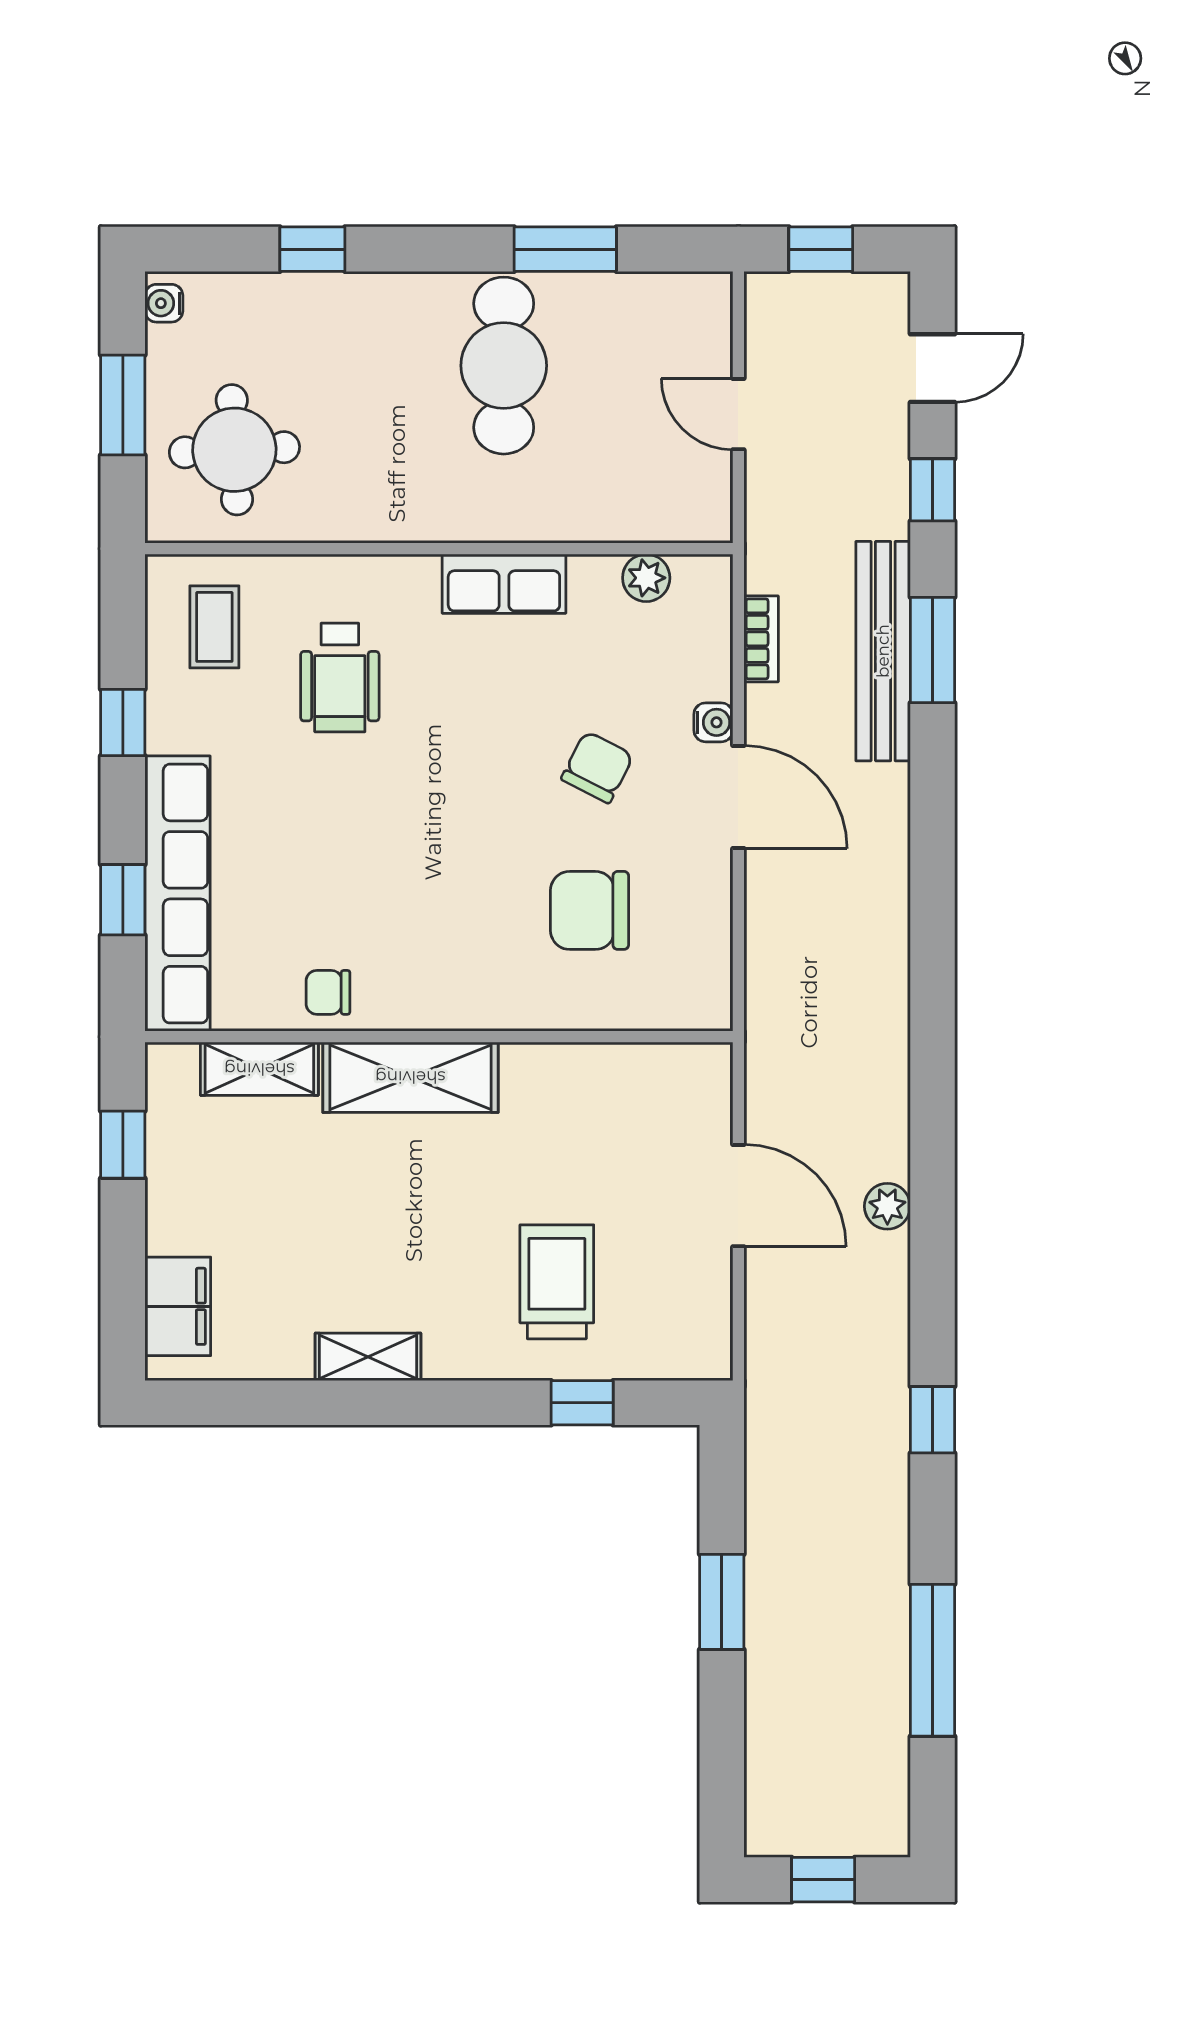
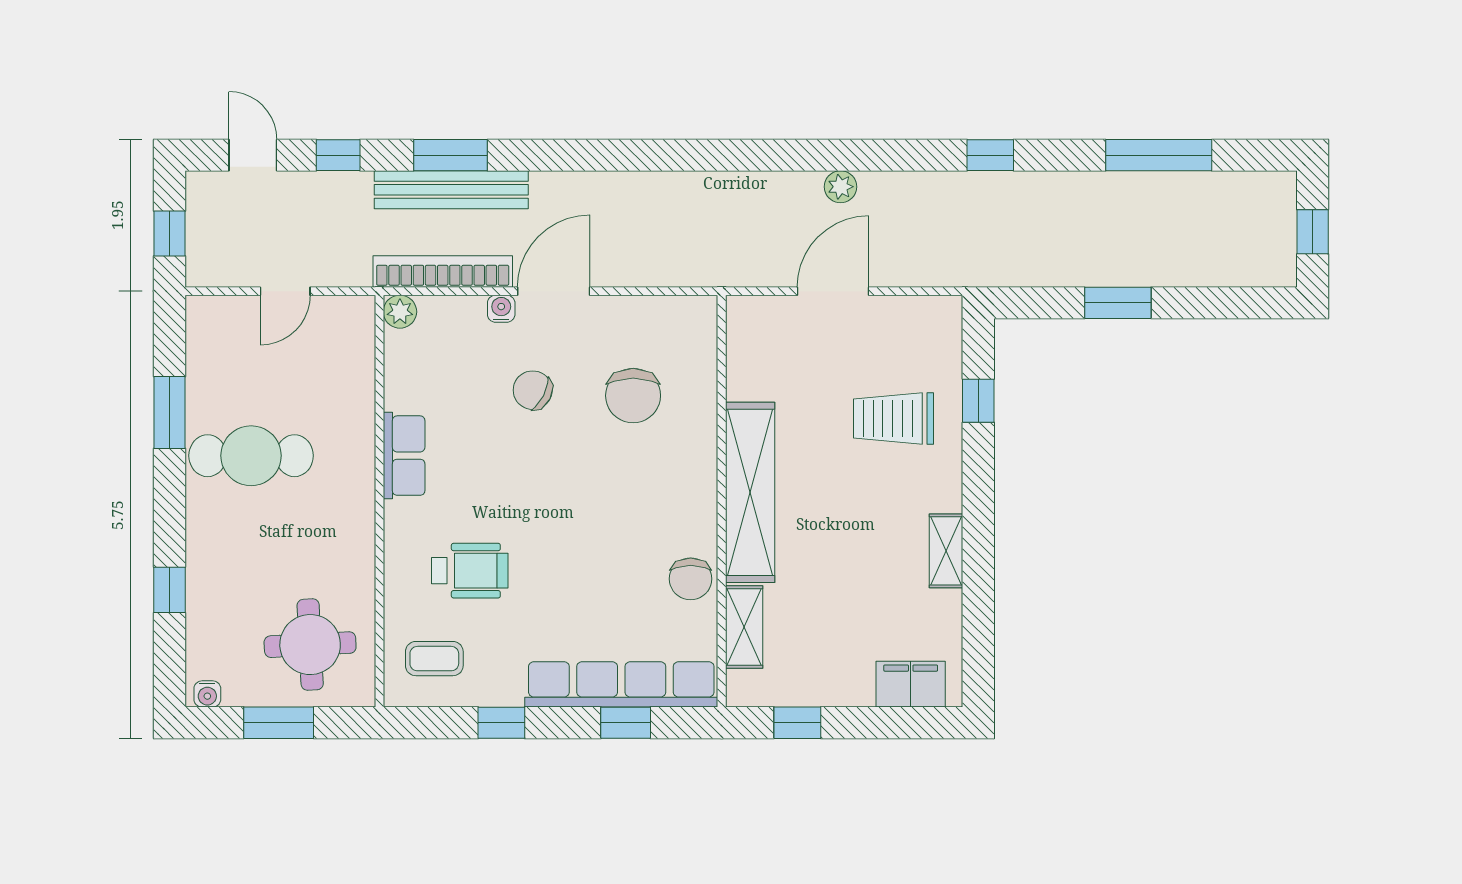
plant: (646, 578) -> (400, 312), moved
bookcase: (761, 639) -> (443, 271), width x2.31, depth x1.31
chair: (328, 992) -> (691, 579), width x1.37, depth x1.37
shelving: (410, 1077) -> (750, 492), width x1.47

